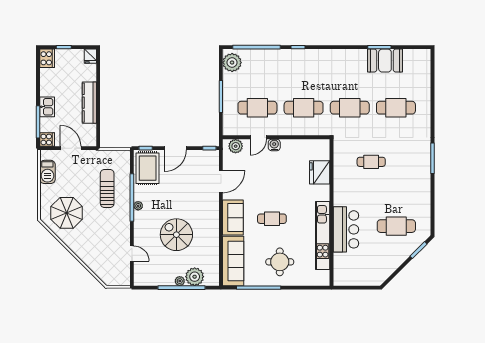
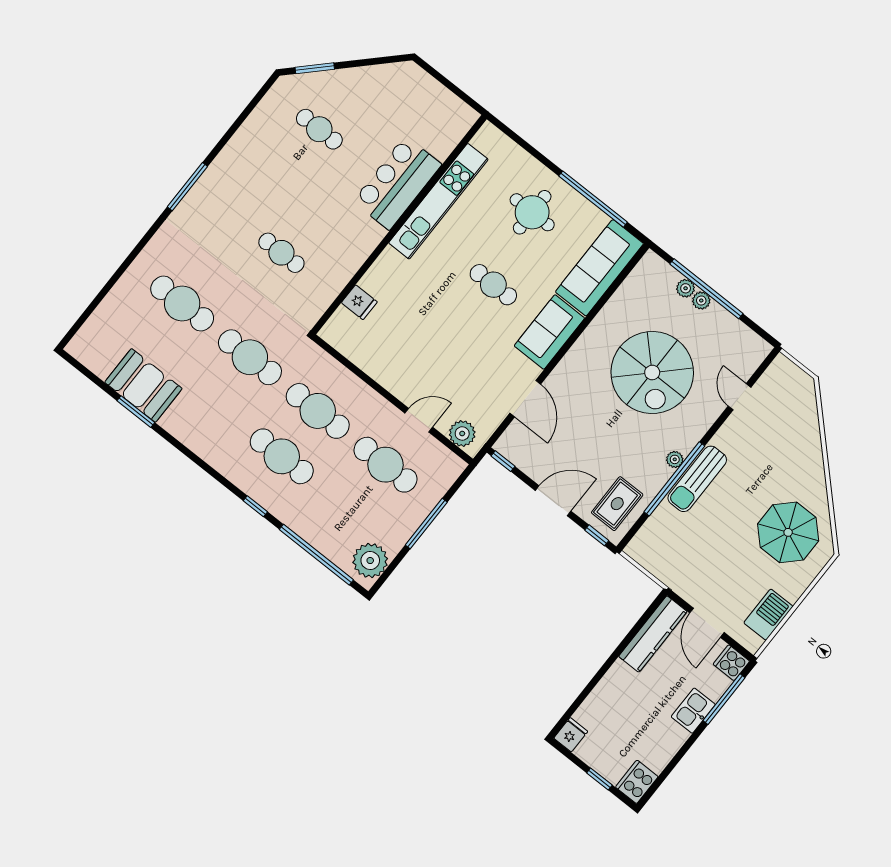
cafe table: (304, 77) -> (282, 456), added
kitchen counter: (89, 103) -> (653, 634), moved
water cooler: (274, 145) -> (404, 390), removed
rug: (148, 168) -> (617, 504), width x0.73, depth x0.70
fridge: (320, 172) -> (359, 302), width x0.53, depth x0.75
door: (221, 182) -> (525, 399), swing flipped
sun lounger: (107, 189) -> (697, 479), moved
cafe table: (396, 226) -> (319, 129), width x0.73, depth x0.74
spiral stairs: (176, 235) -> (652, 373), width x1.37, depth x1.37
plant: (195, 277) -> (686, 288), width x0.53, depth x0.53

